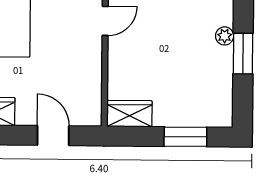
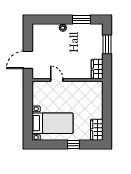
window: (243, 54) -> (81, 20), moved
door: (53, 136) -> (107, 102), removed

